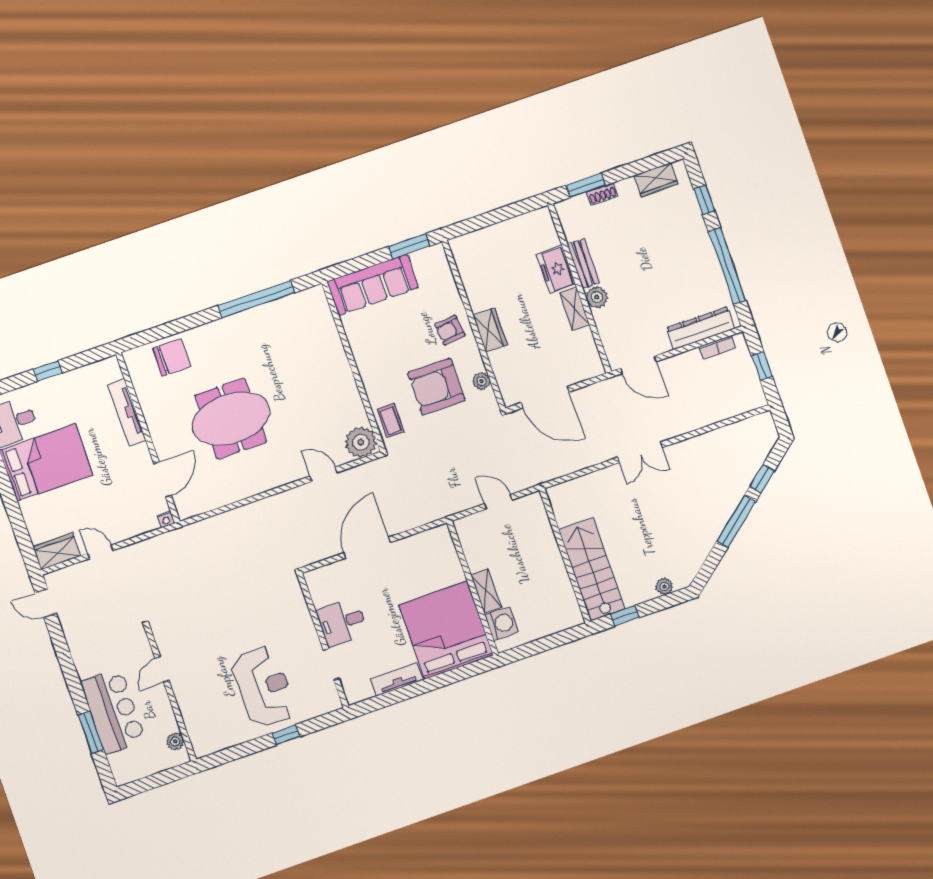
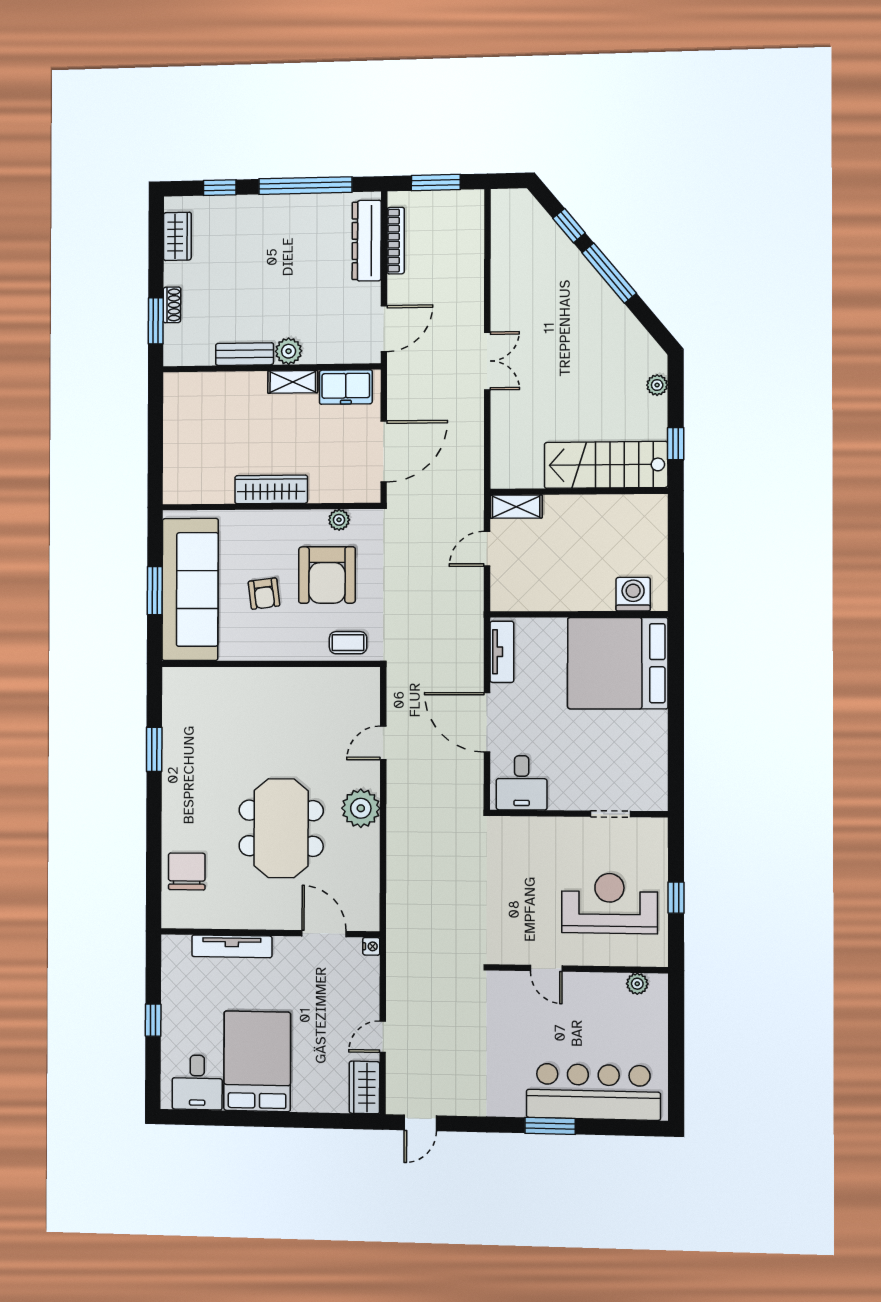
window: (409, 246) -> (155, 591), moved
freezer: (556, 269) -> (346, 387), moved
sofa: (373, 285) -> (190, 589), width x1.36, depth x1.27
window: (256, 299) -> (154, 749), width x0.47
armchair: (450, 330) -> (264, 594), moved
wardrobe: (490, 330) -> (271, 489), width x1.50
bookcase: (717, 347) -> (396, 241), width x1.56
window: (762, 366) -> (436, 183), width x1.50
plant: (361, 442) -> (361, 808), moved
shelving: (486, 591) -> (516, 507), moved
desk: (342, 622) -> (522, 783), moved
door: (162, 669) -> (546, 968), moved
tv unit: (397, 679) -> (502, 652), moved, turned 180
wall: (170, 694) -> (579, 969), moved
bar counter: (113, 711) -> (593, 1092), width x1.36
window: (91, 732) -> (550, 1126), moved
plant: (175, 741) -> (637, 984), moved

